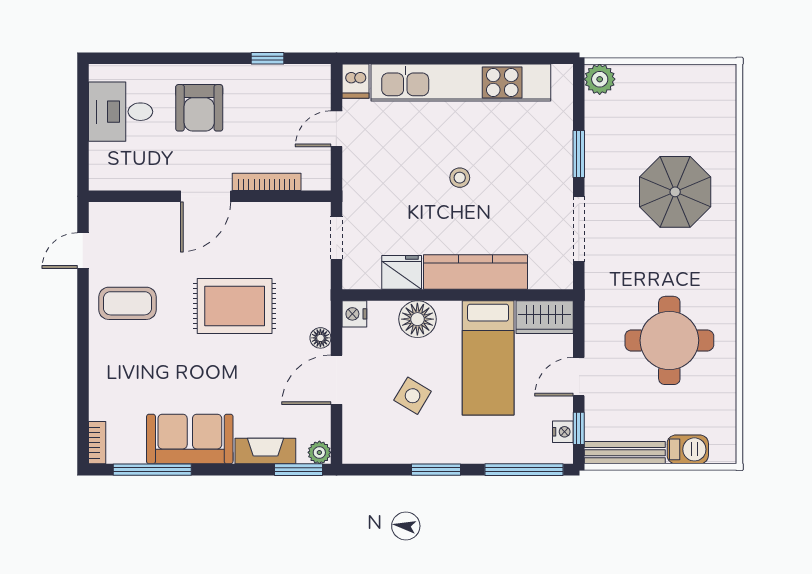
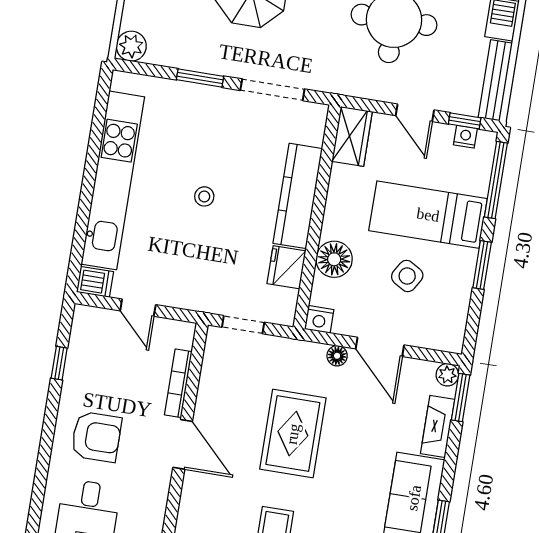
bed: (488, 358) -> (428, 215), moved, turned 180

